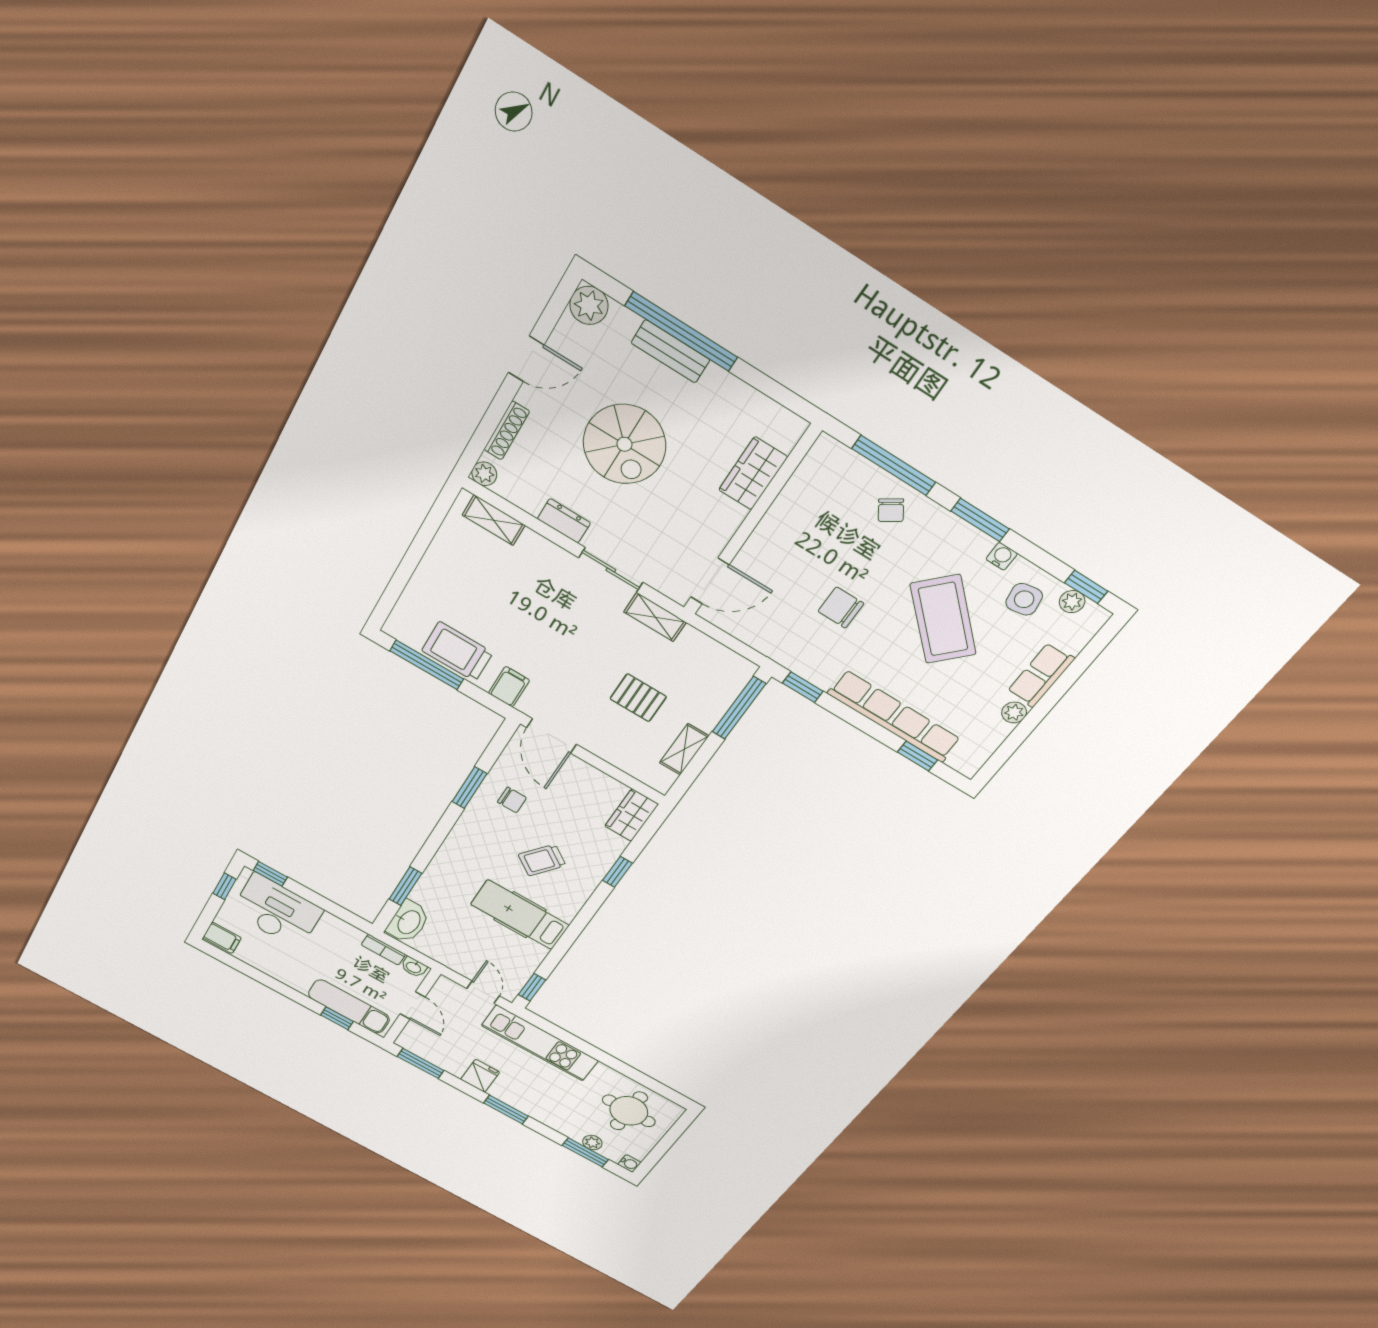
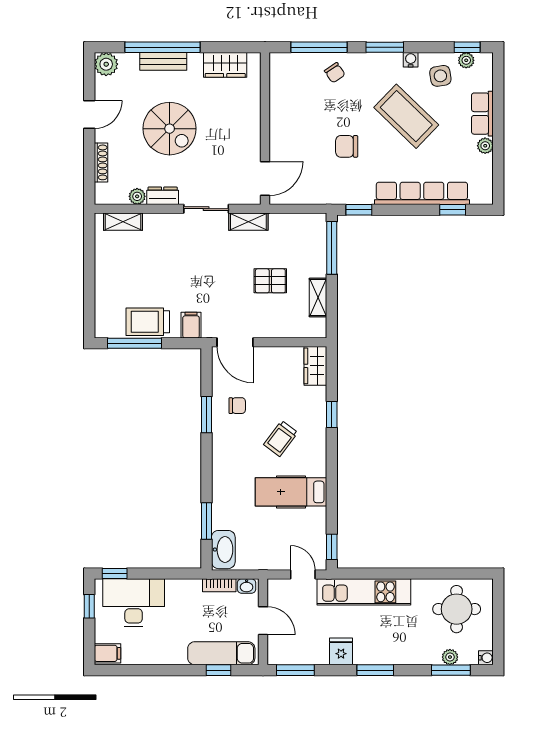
wardrobe: (753, 473) -> (225, 65), moved, turned -90
plant: (484, 474) -> (137, 196), moved

